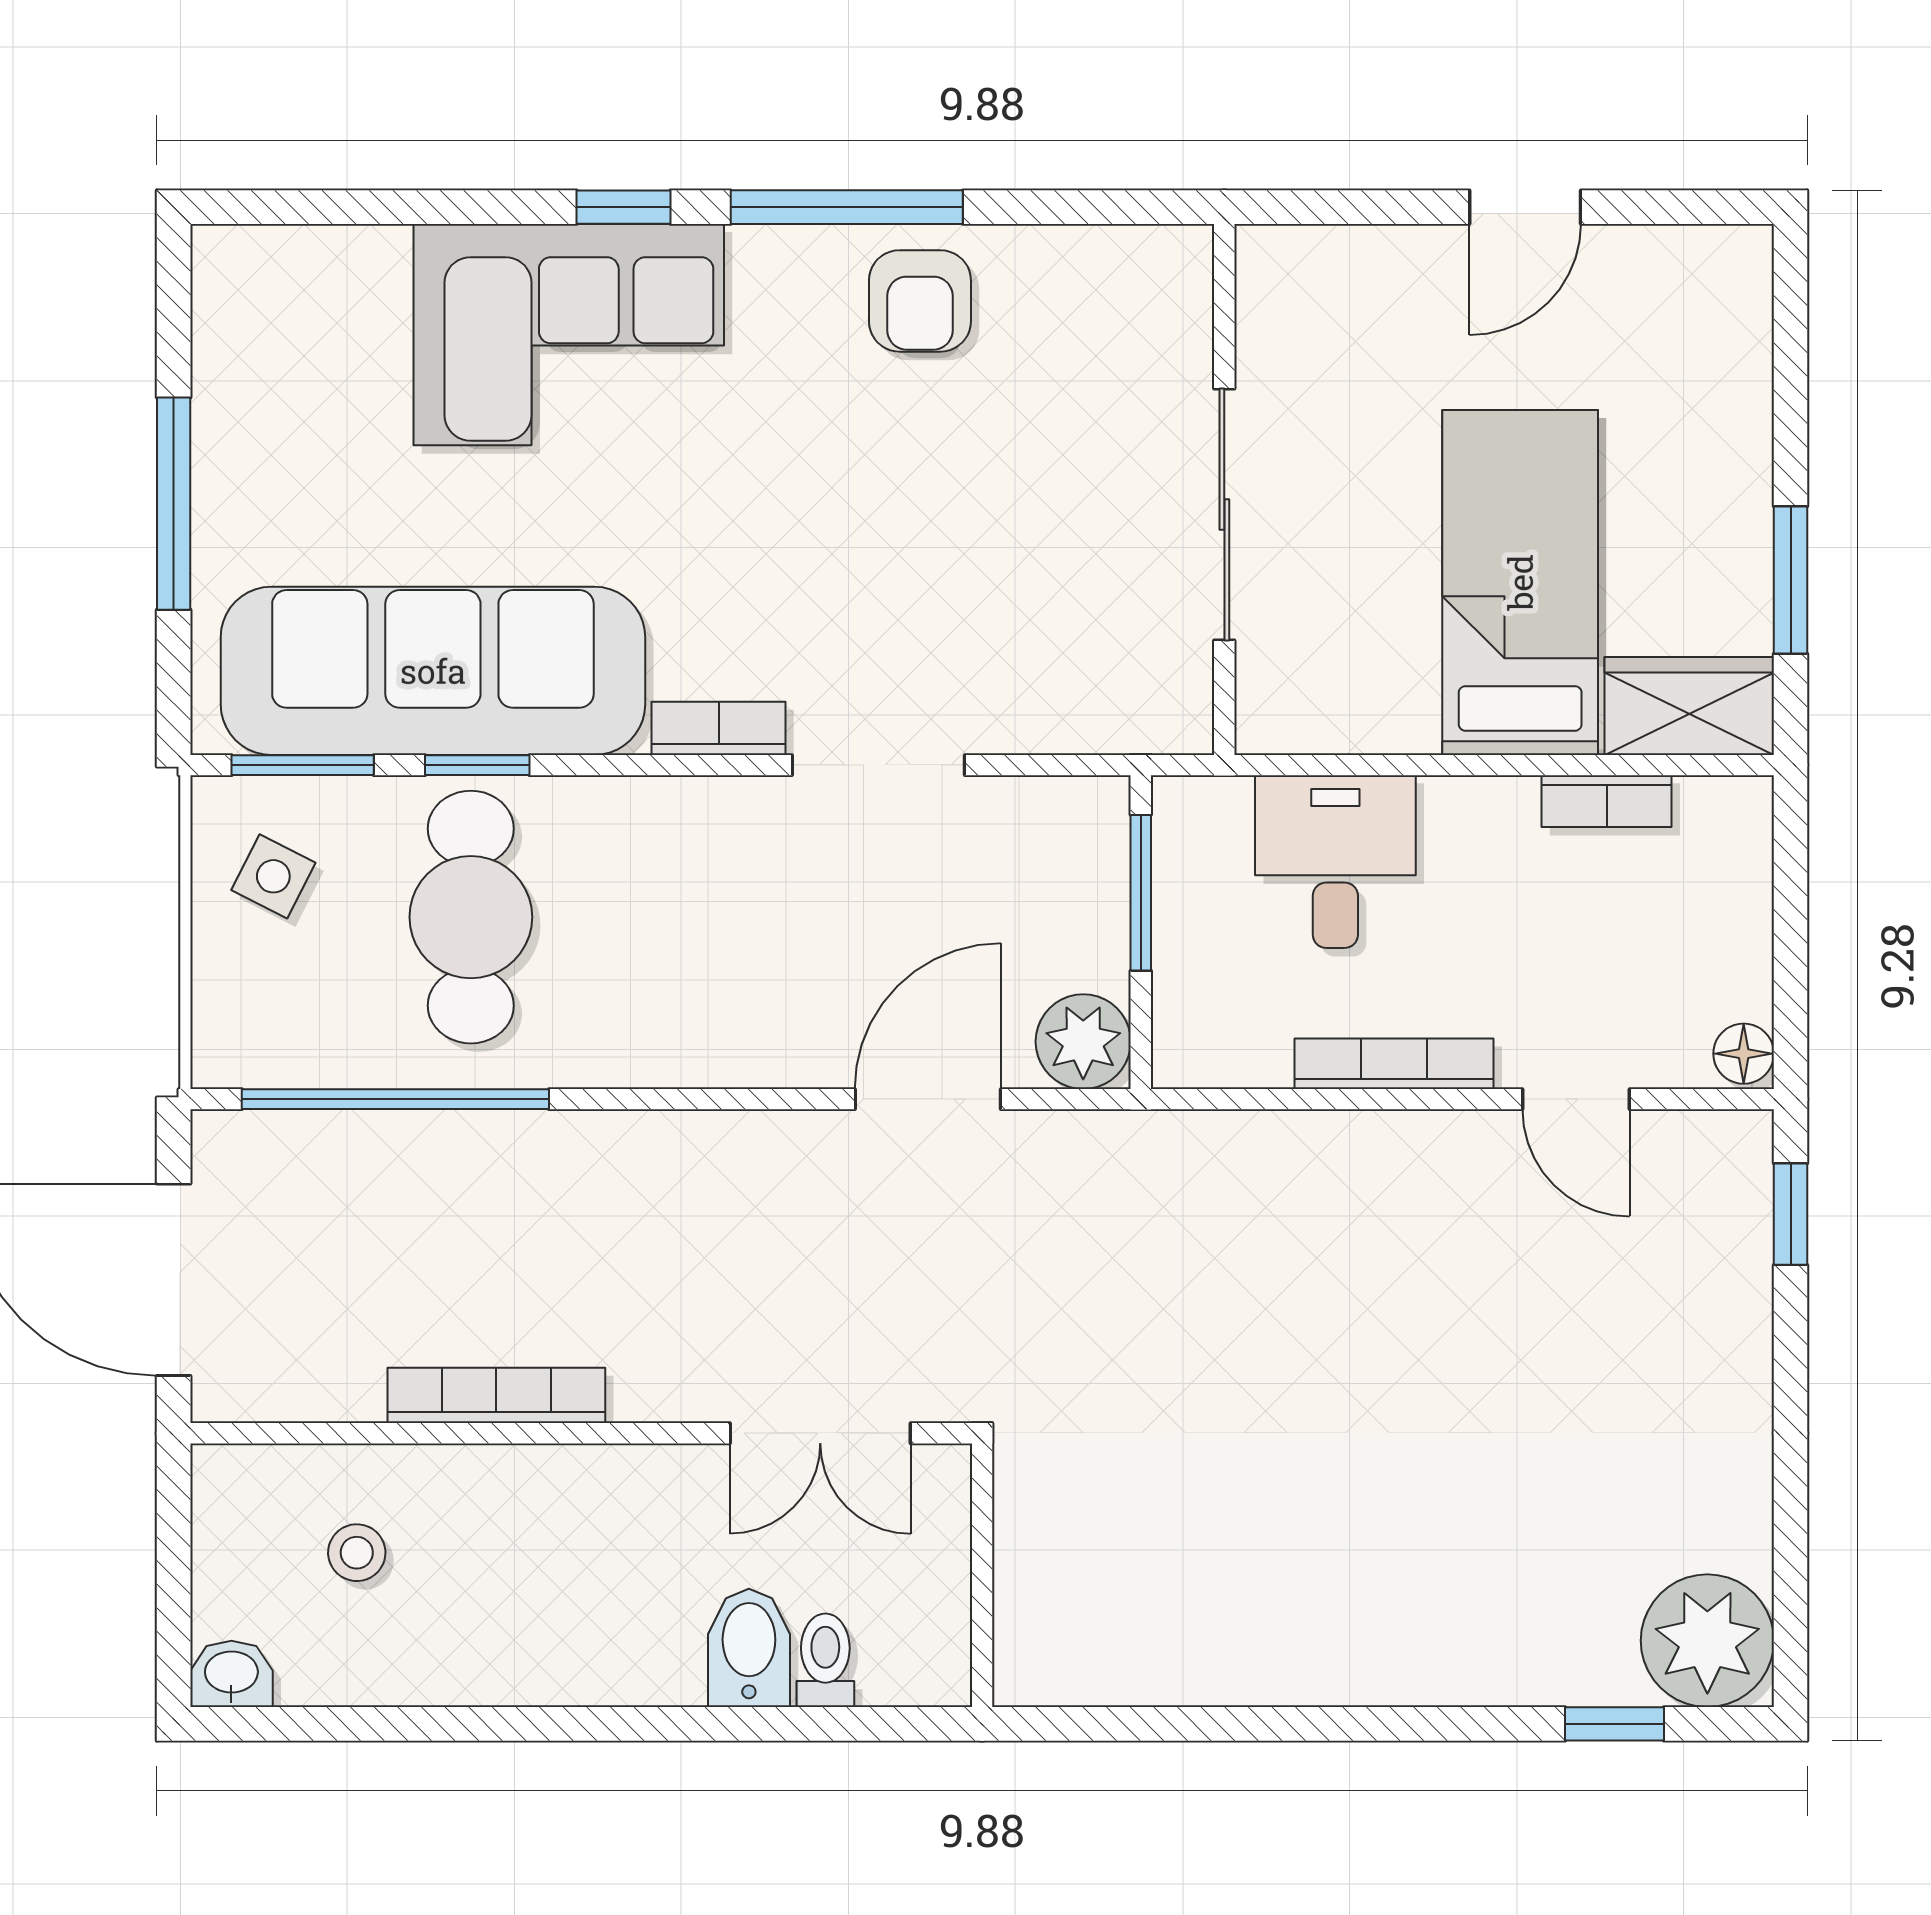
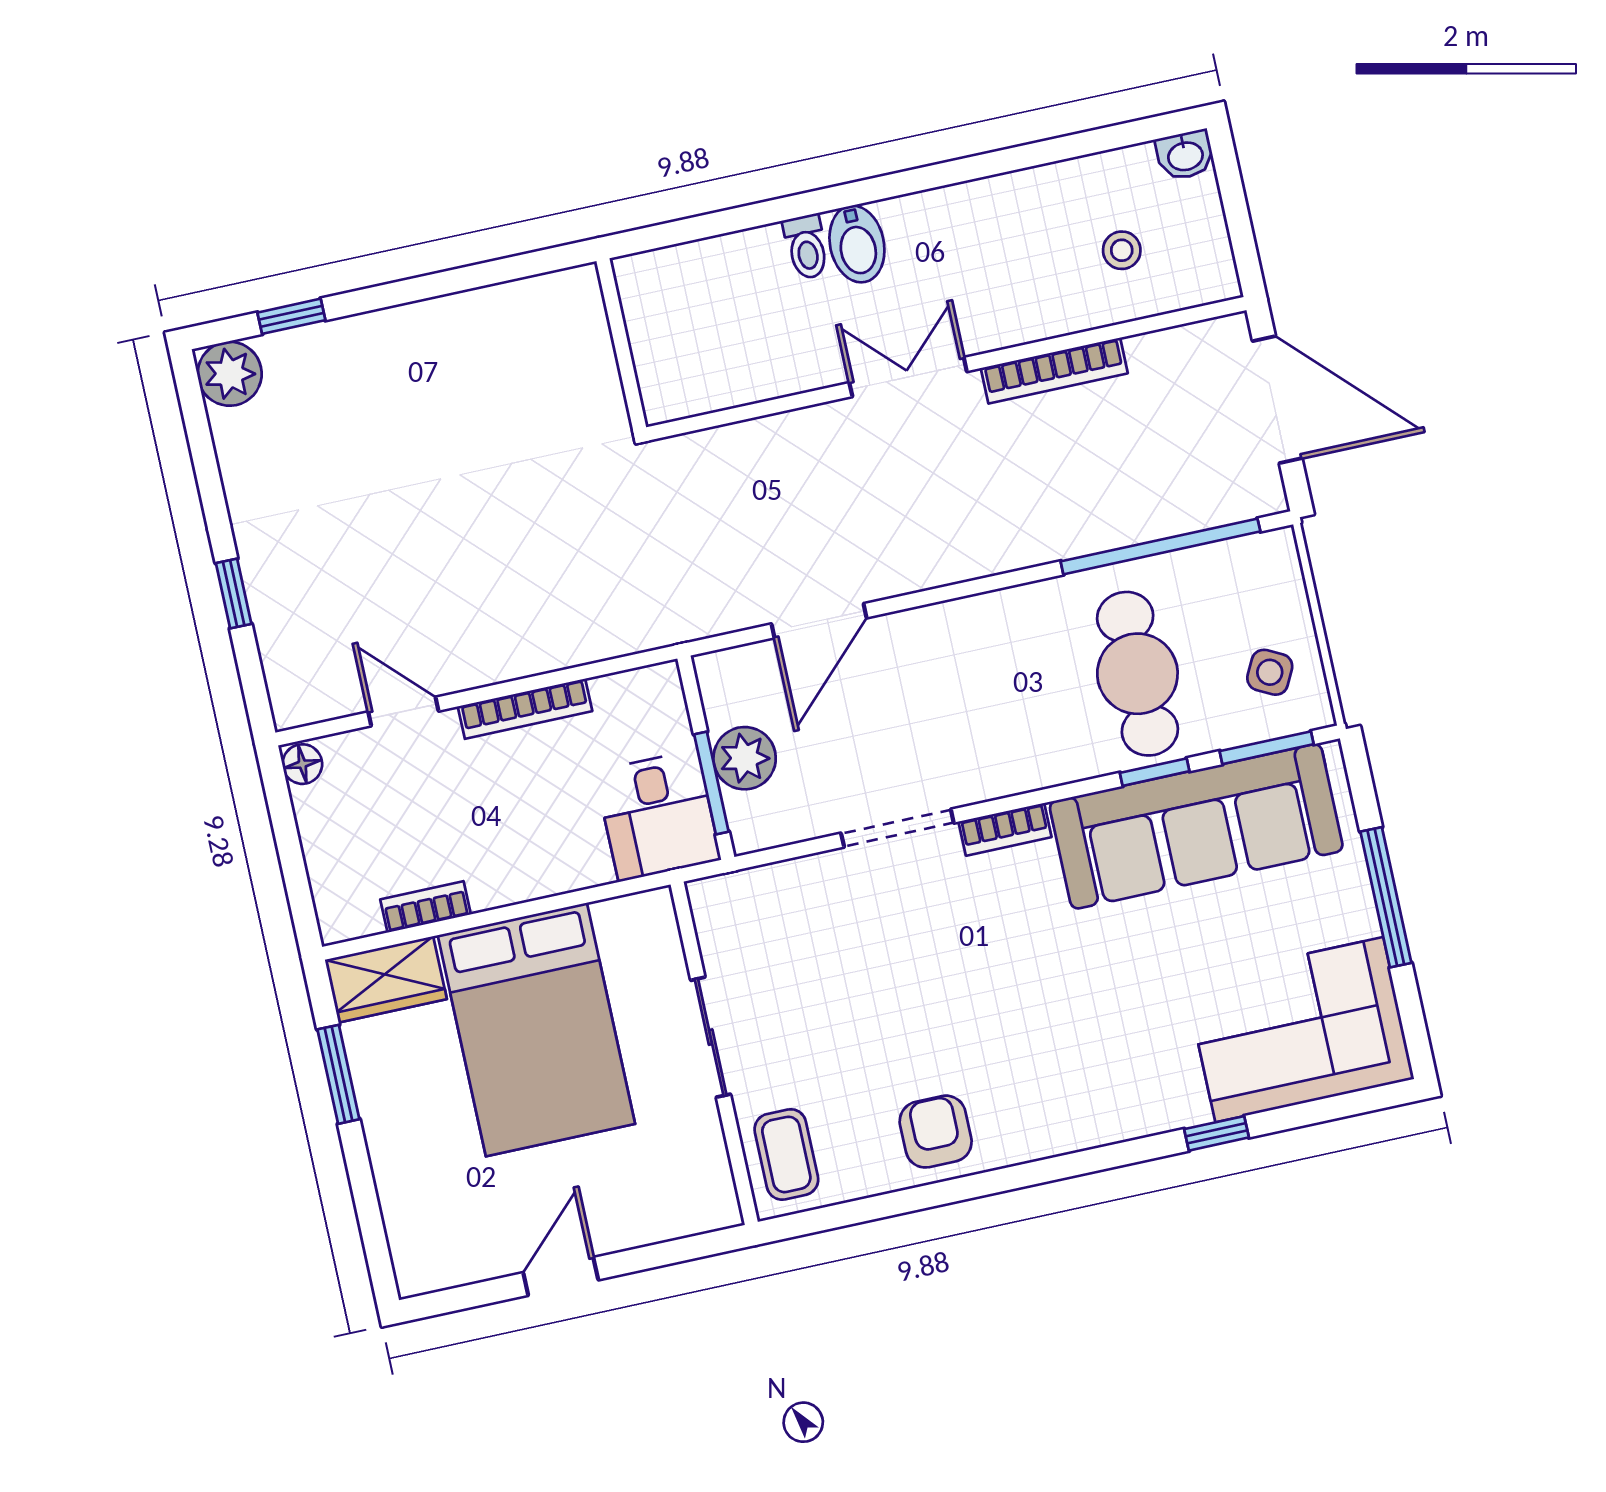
window: (624, 207) -> (1216, 1133), moved
window: (847, 207) -> (996, 1181), removed
coffee table: (1150, 315) -> (786, 1154), added
corner sofa: (569, 335) -> (1299, 1030), moved
sliding door: (1224, 515) -> (711, 1037), width x0.73
bed: (1520, 582) -> (536, 1030), width x1.50
desk: (1335, 862) -> (658, 816), moved
plant: (1083, 1042) -> (745, 758), moved
window: (1791, 1214) -> (234, 593), moved
double door: (820, 1433) -> (908, 377), moved
wall: (982, 1575) -> (621, 344), moved
plant: (1707, 1641) -> (230, 374), width x0.73, depth x0.73

